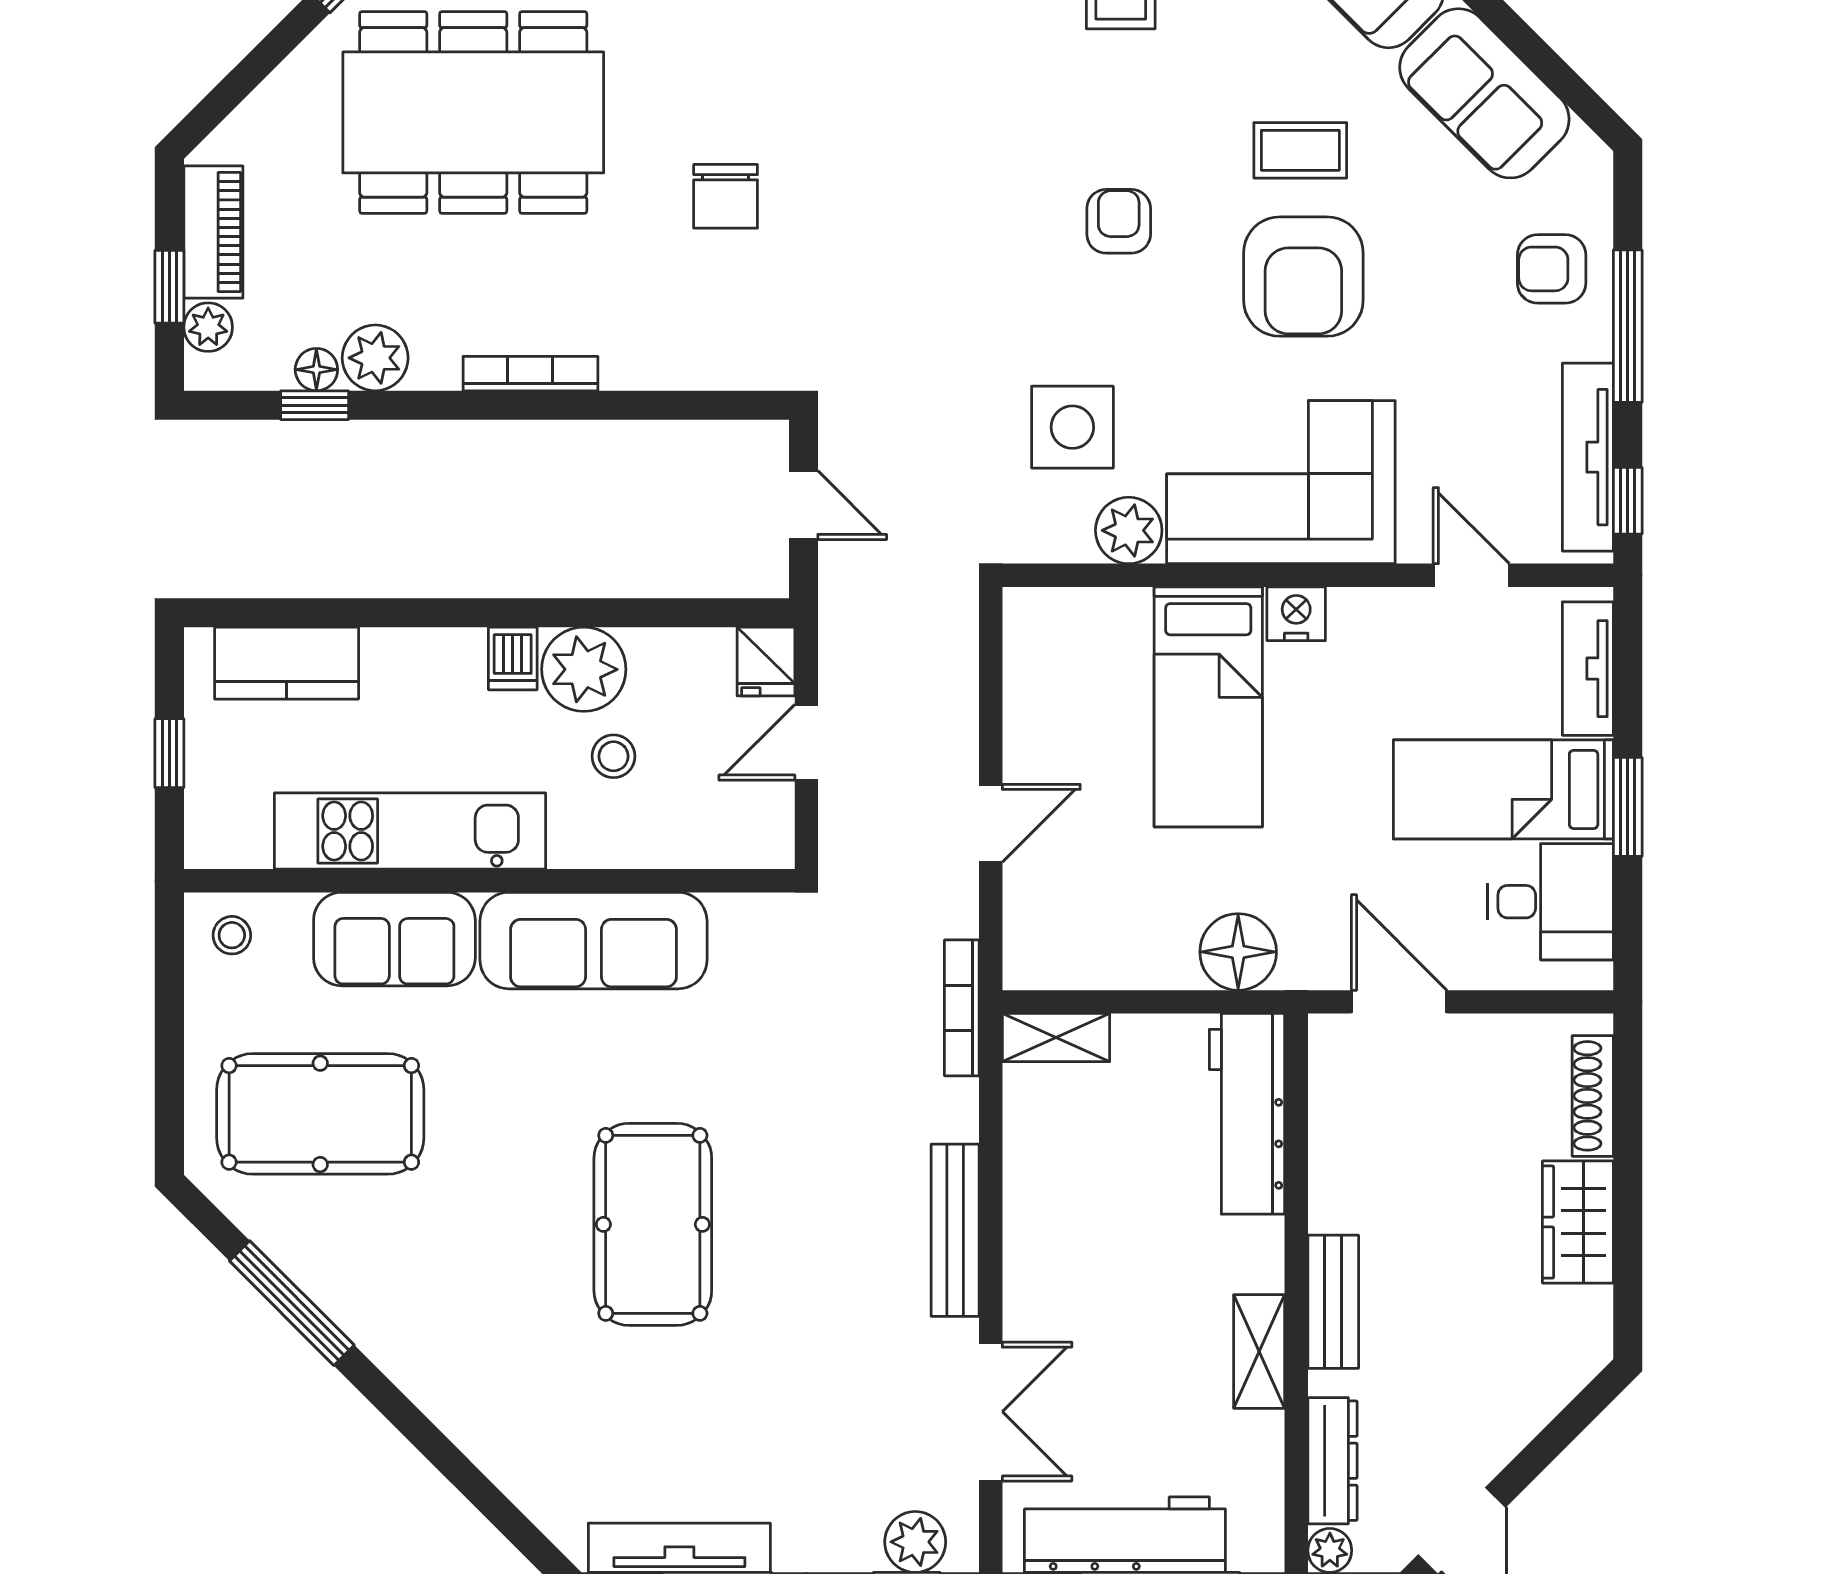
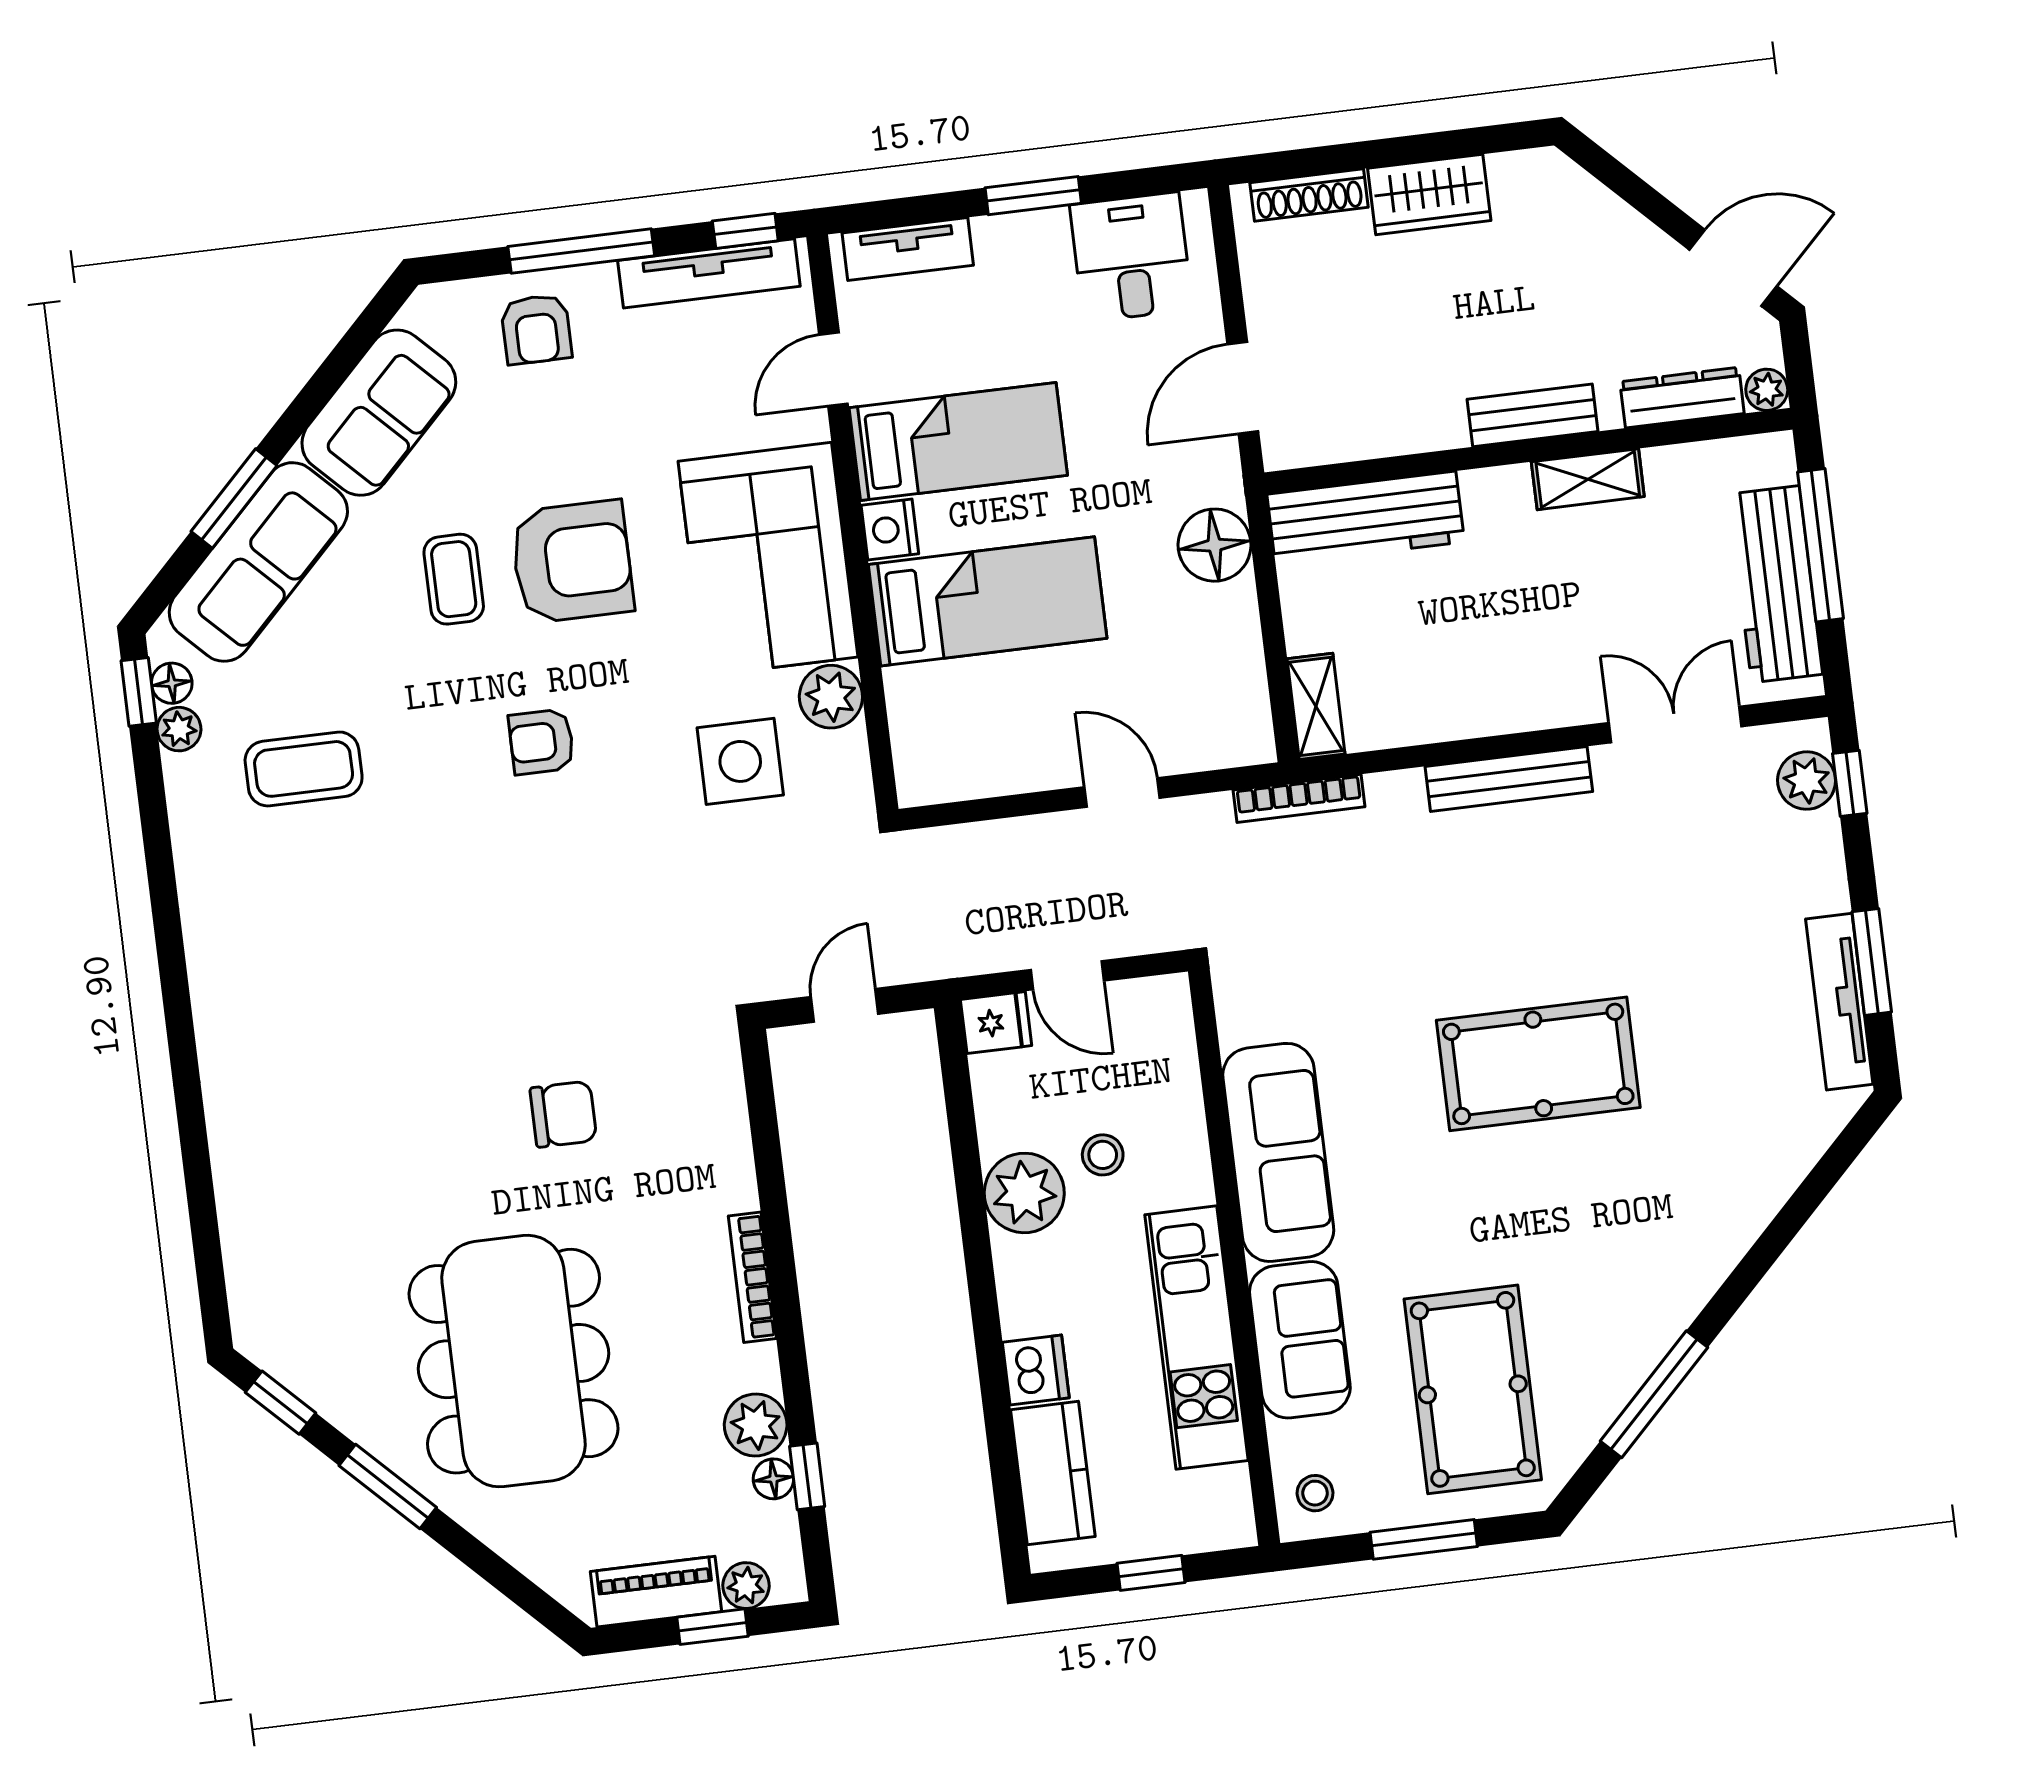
dishwasher: (513, 658) -> (1036, 1370), moved, width x1.38
bed: (1503, 789) -> (958, 442), moved, turned -90
window: (169, 1043) -> (1424, 1539), added

